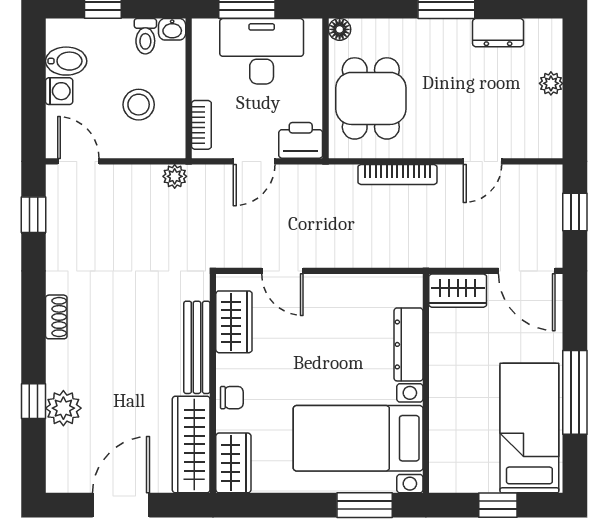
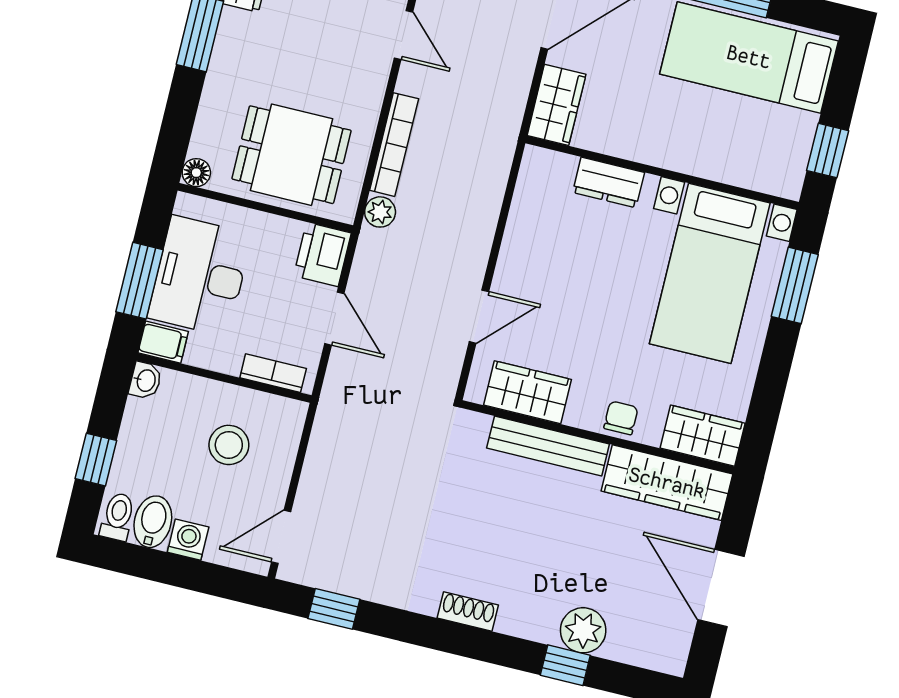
toilet: (145, 36) -> (118, 517), moved, turned -90
filing cabinet: (205, 36) -> (163, 342), added
plant: (175, 176) -> (380, 212), moved
dresser: (408, 344) -> (609, 182), width x0.70
window: (498, 505) -> (828, 151), moved

